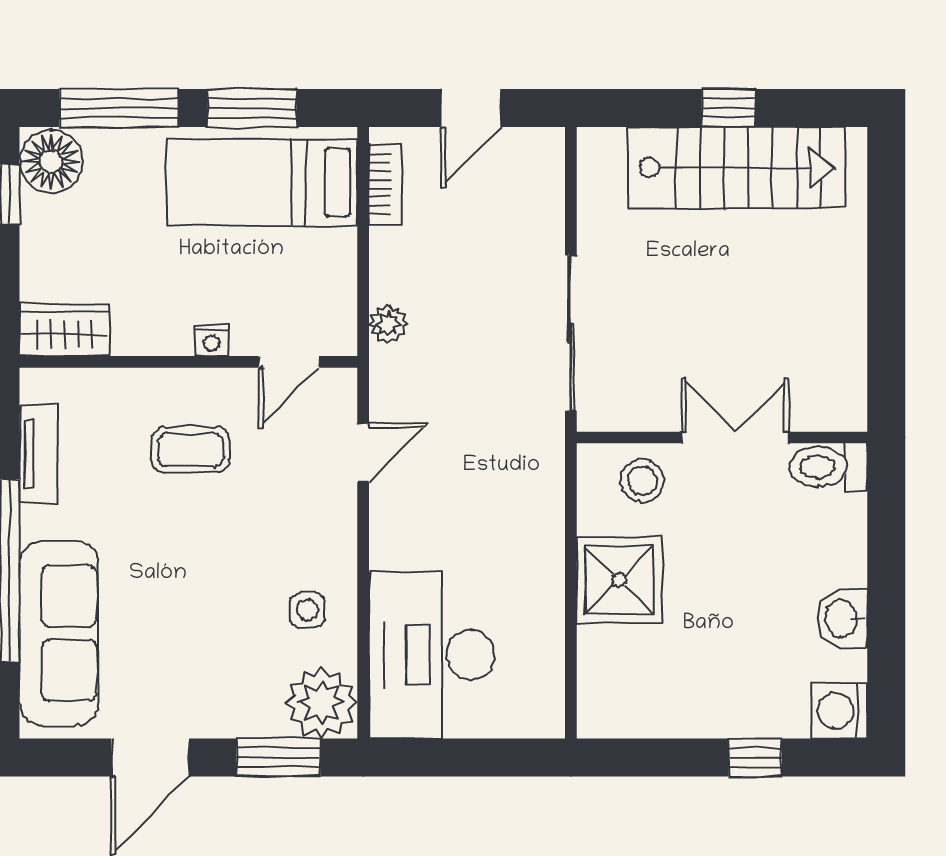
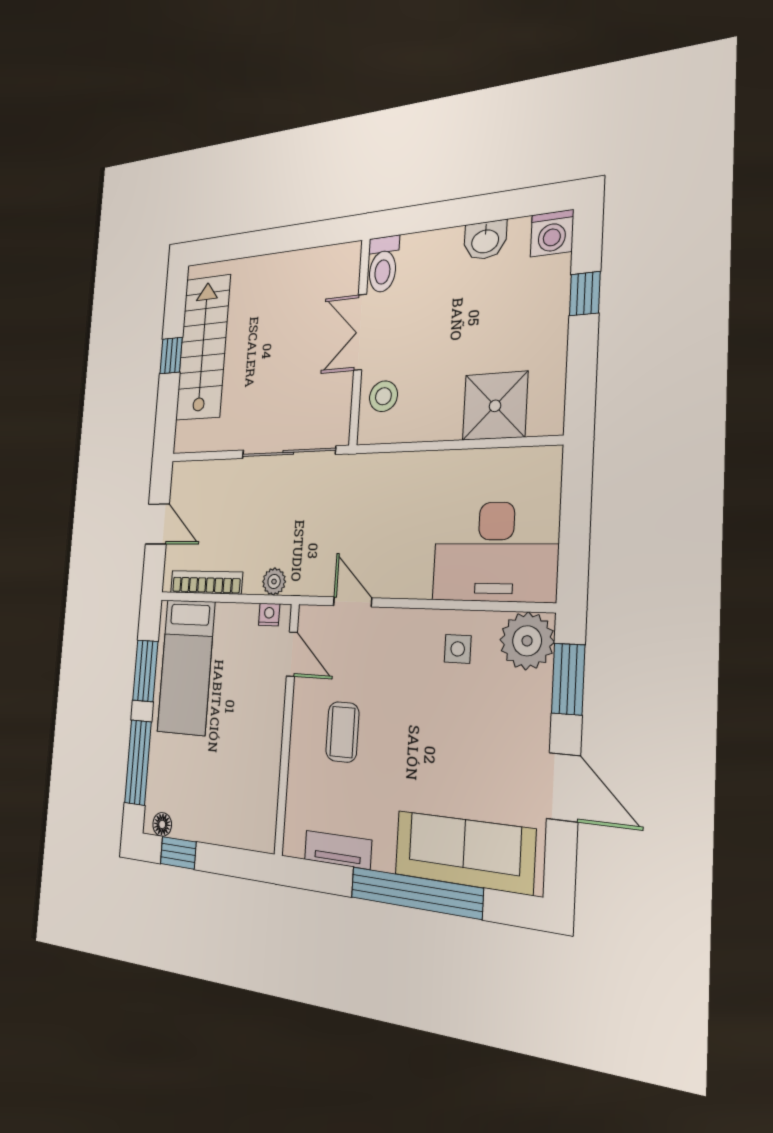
floor lamp: (51, 162) -> (162, 824), width x0.53, depth x0.53
bookcase: (385, 184) -> (206, 582), width x1.56
wardrobe: (64, 330) -> (261, 818), removed
nightstand: (211, 341) -> (269, 615), moved, turned -90
shower: (619, 580) -> (495, 406), moved

